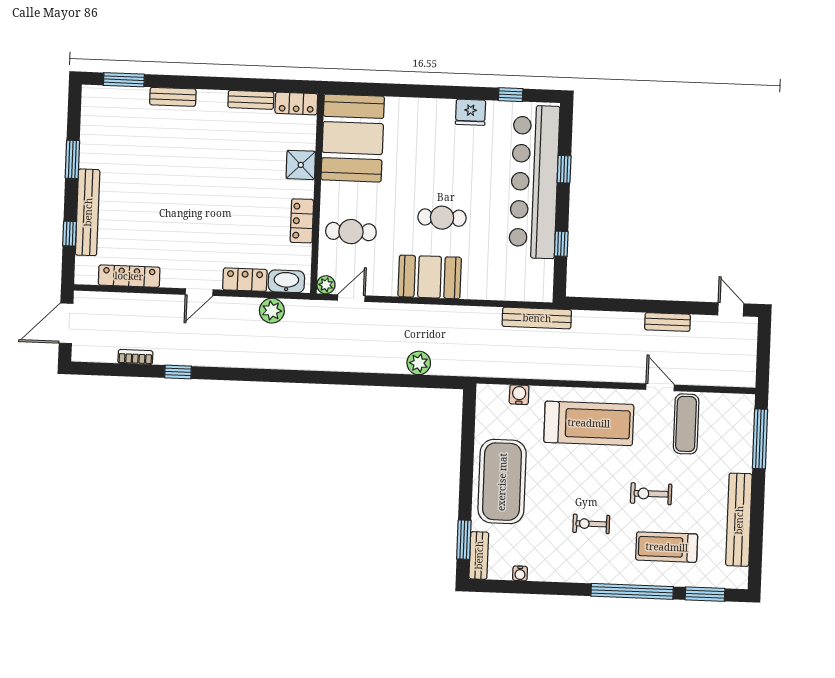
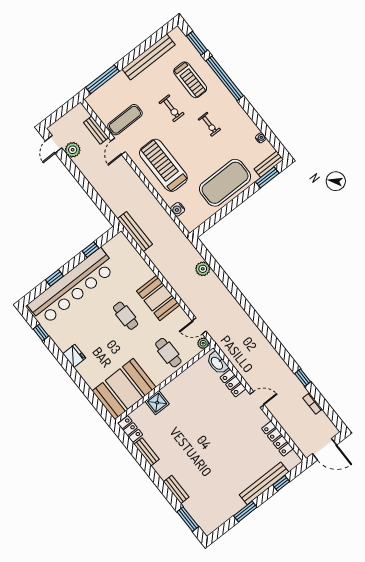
fridge: (471, 112) -> (74, 356), moved
locker: (302, 221) -> (183, 380), removed
plant: (272, 311) -> (73, 150), moved
bench: (667, 322) -> (96, 130), moved

